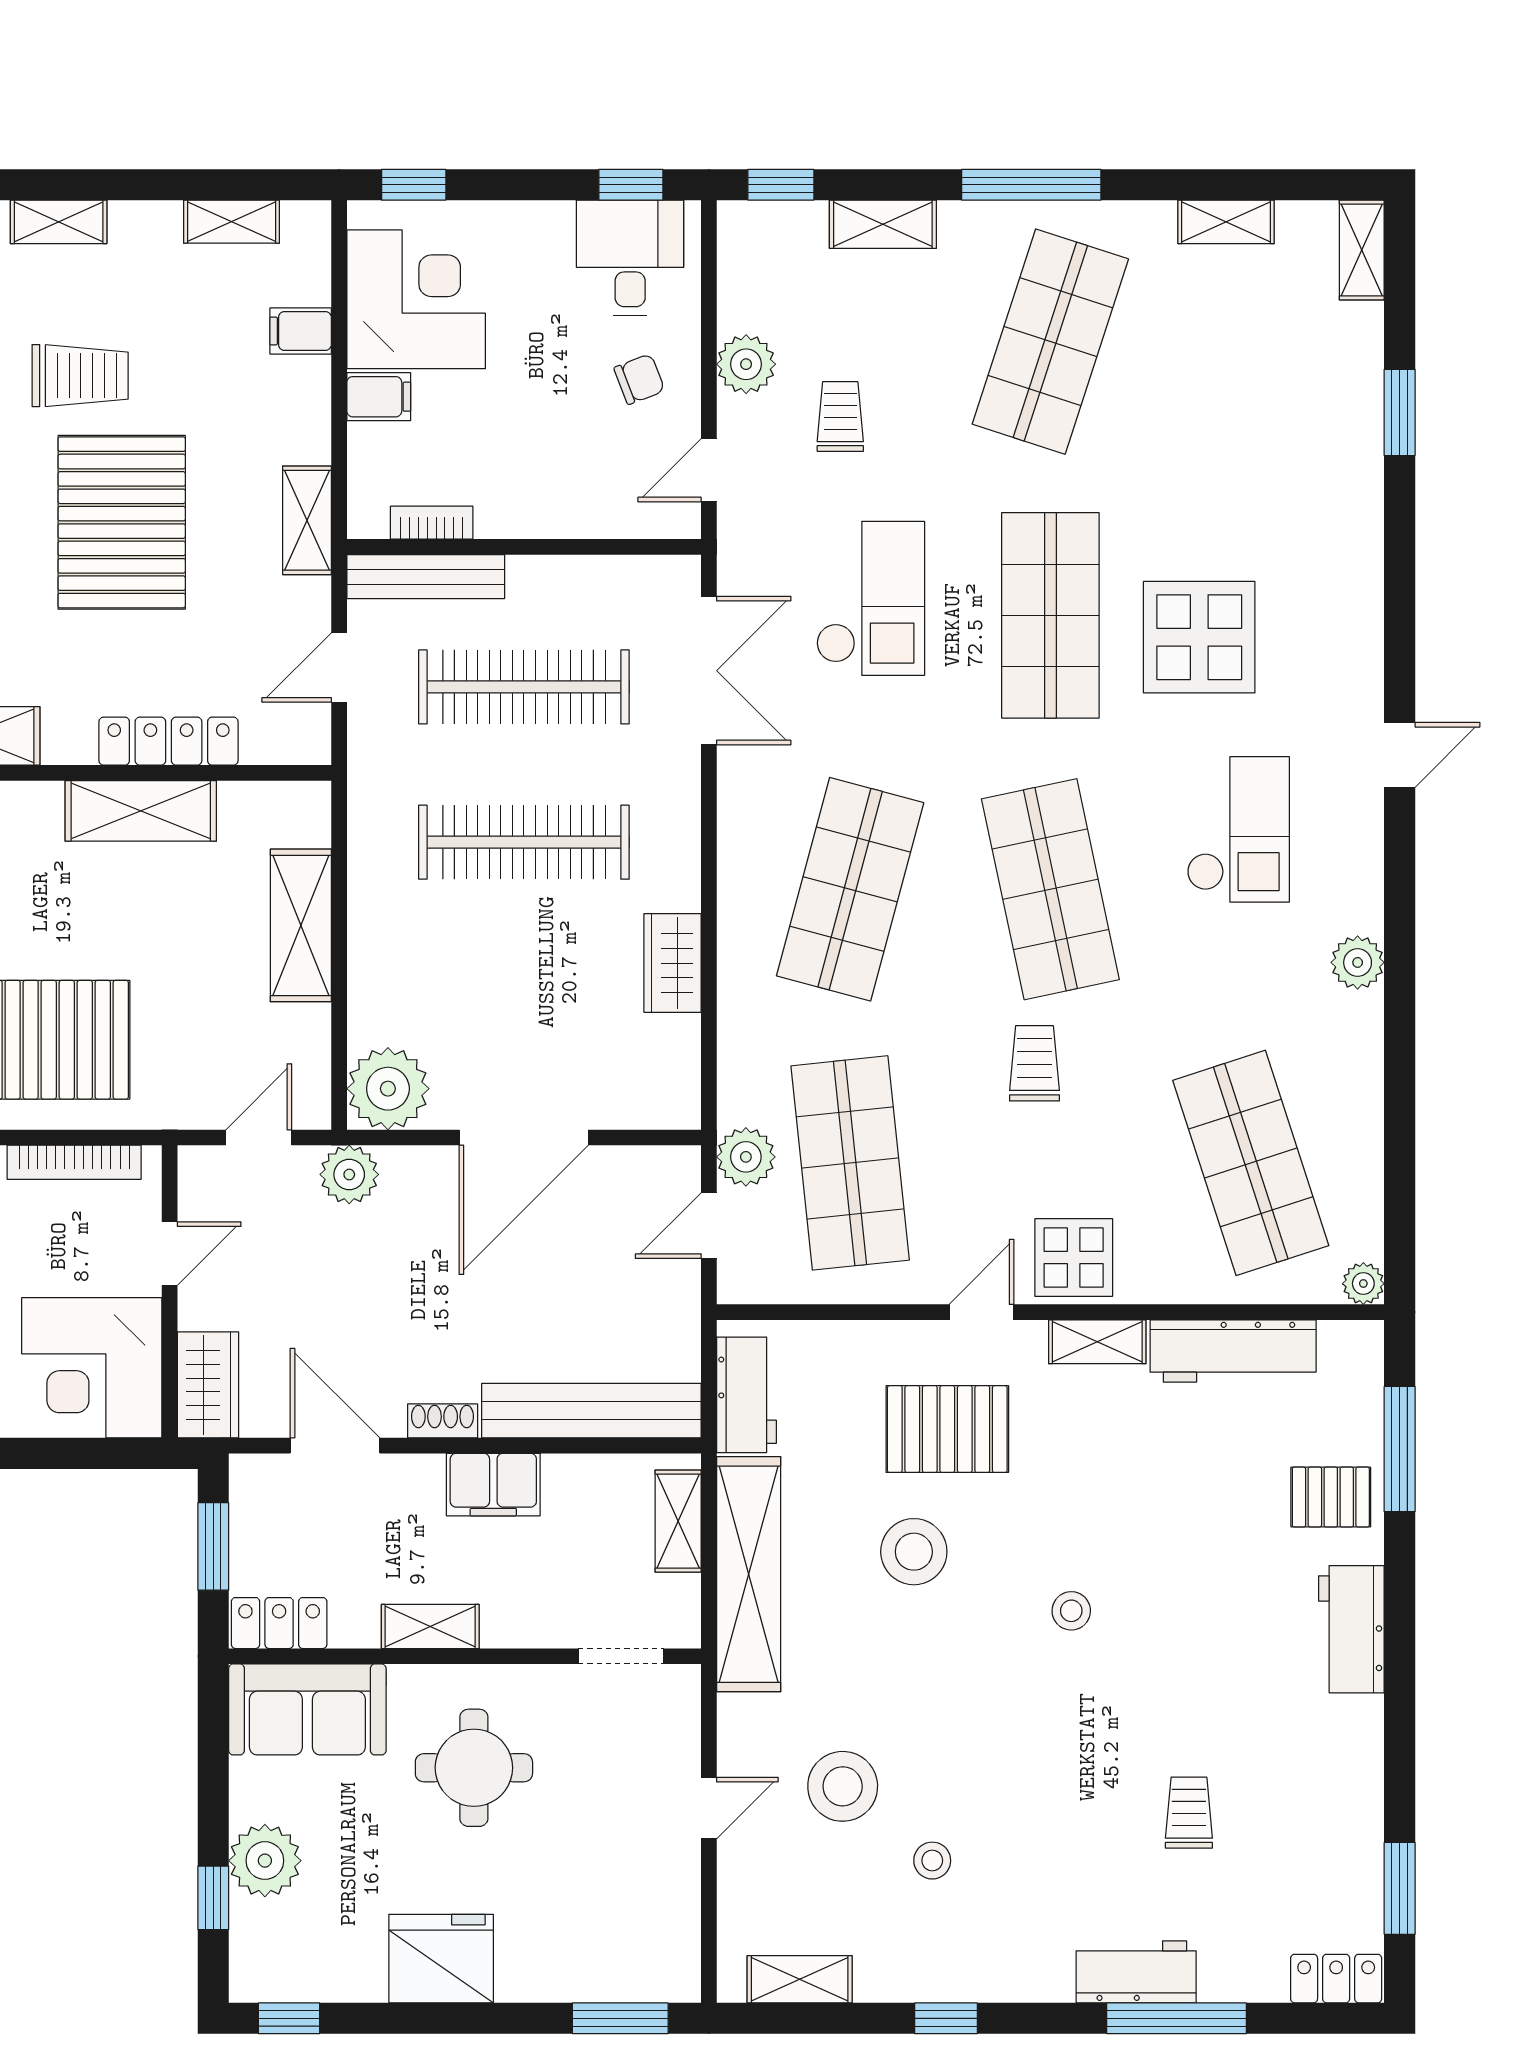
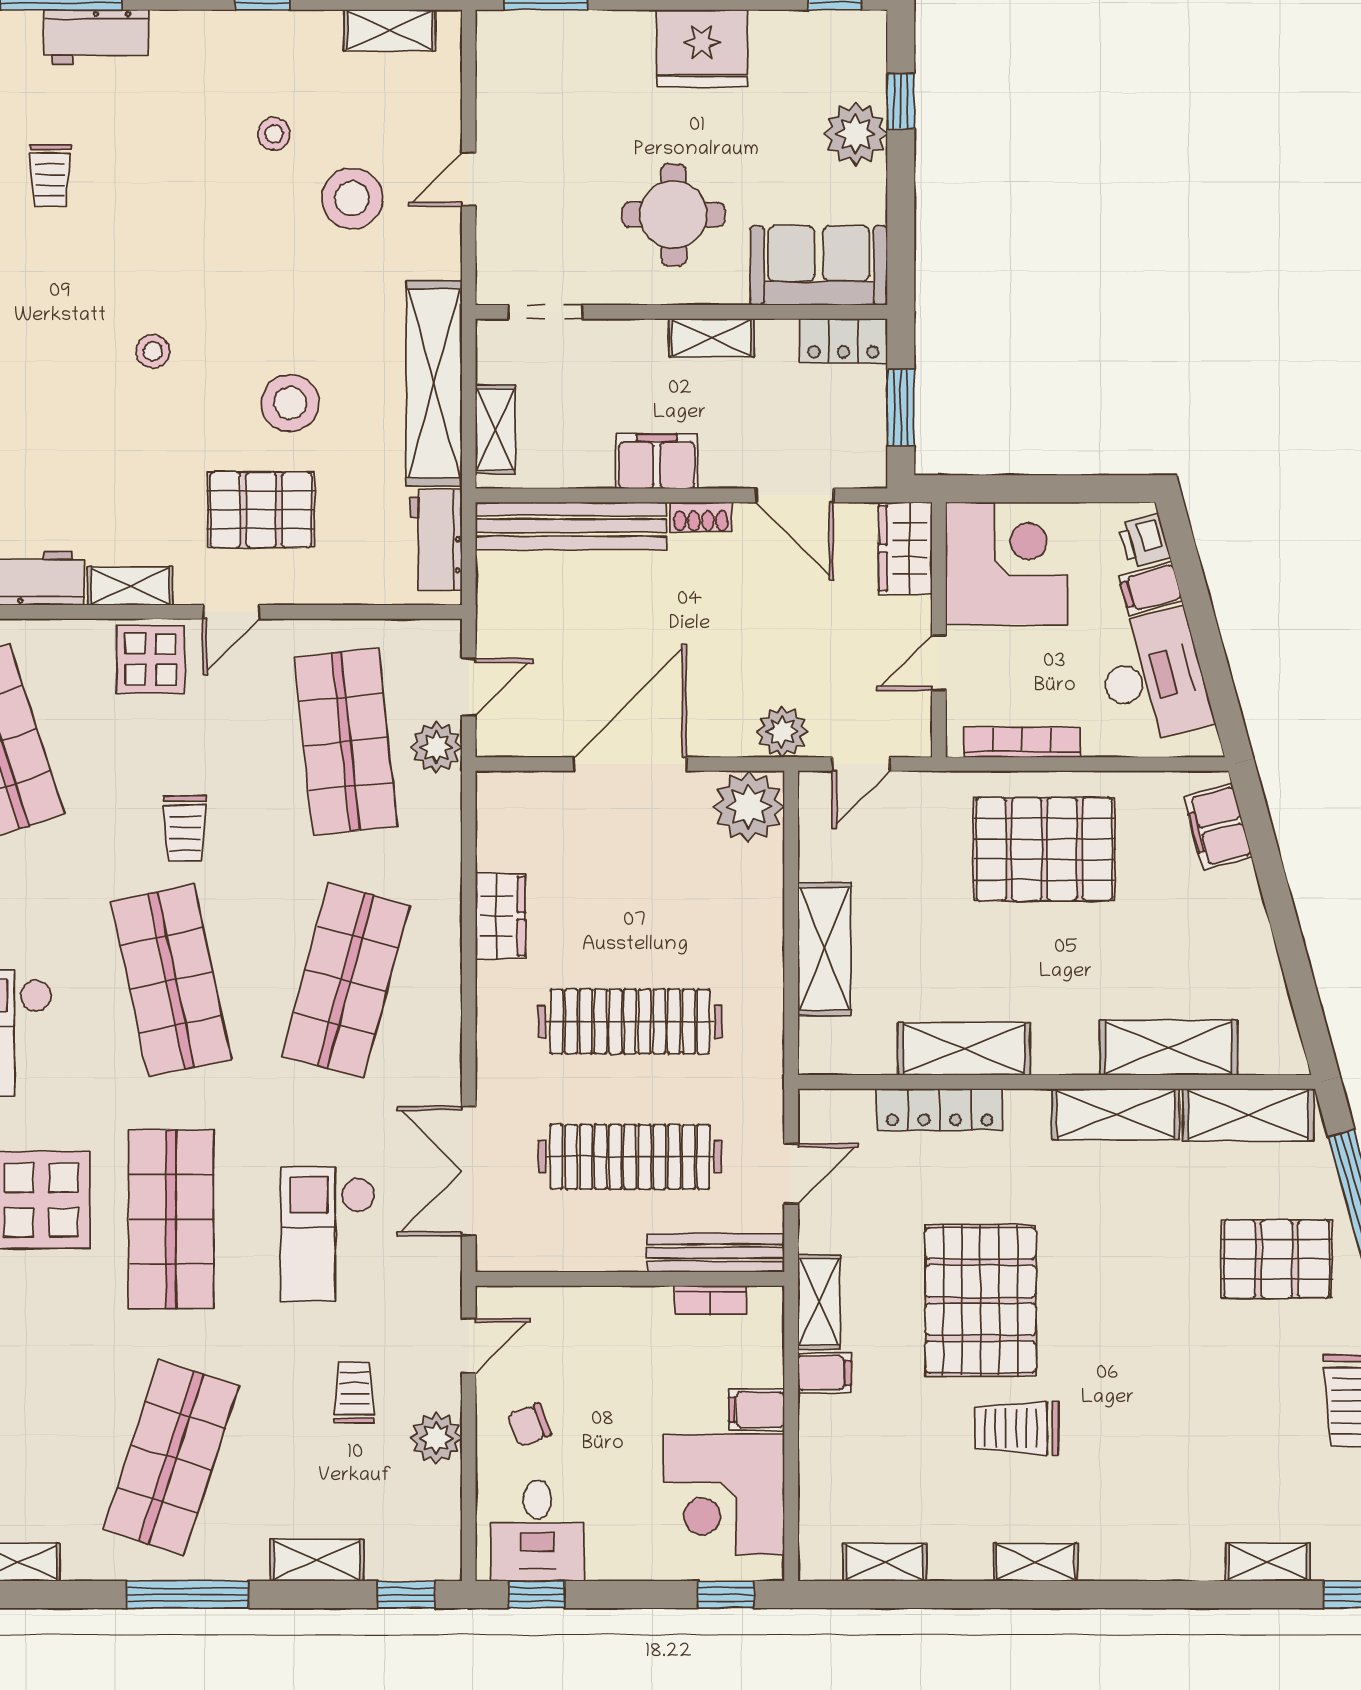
filing cabinet: (301, 331) -> (825, 1373), moved
trolley: (840, 416) -> (354, 1393), turned 180

